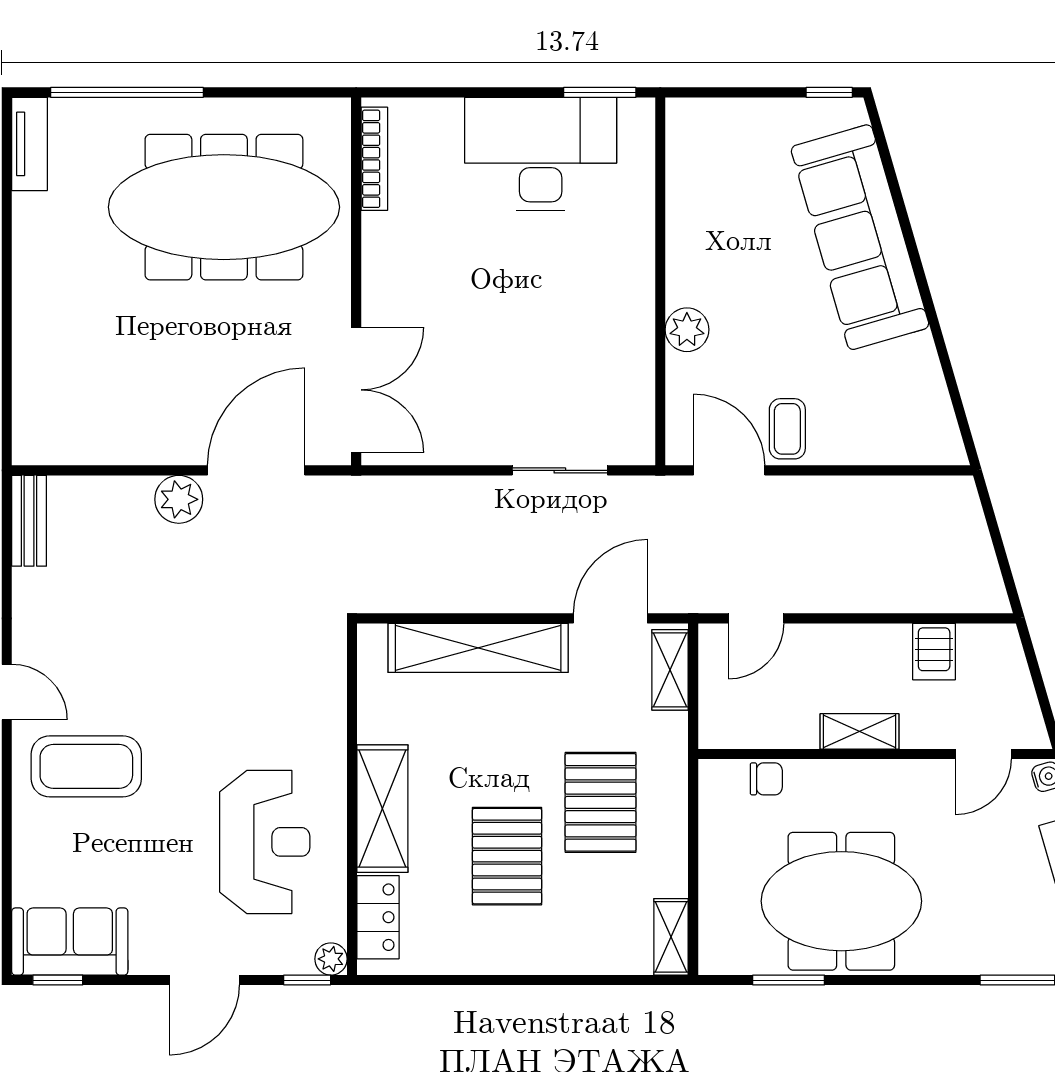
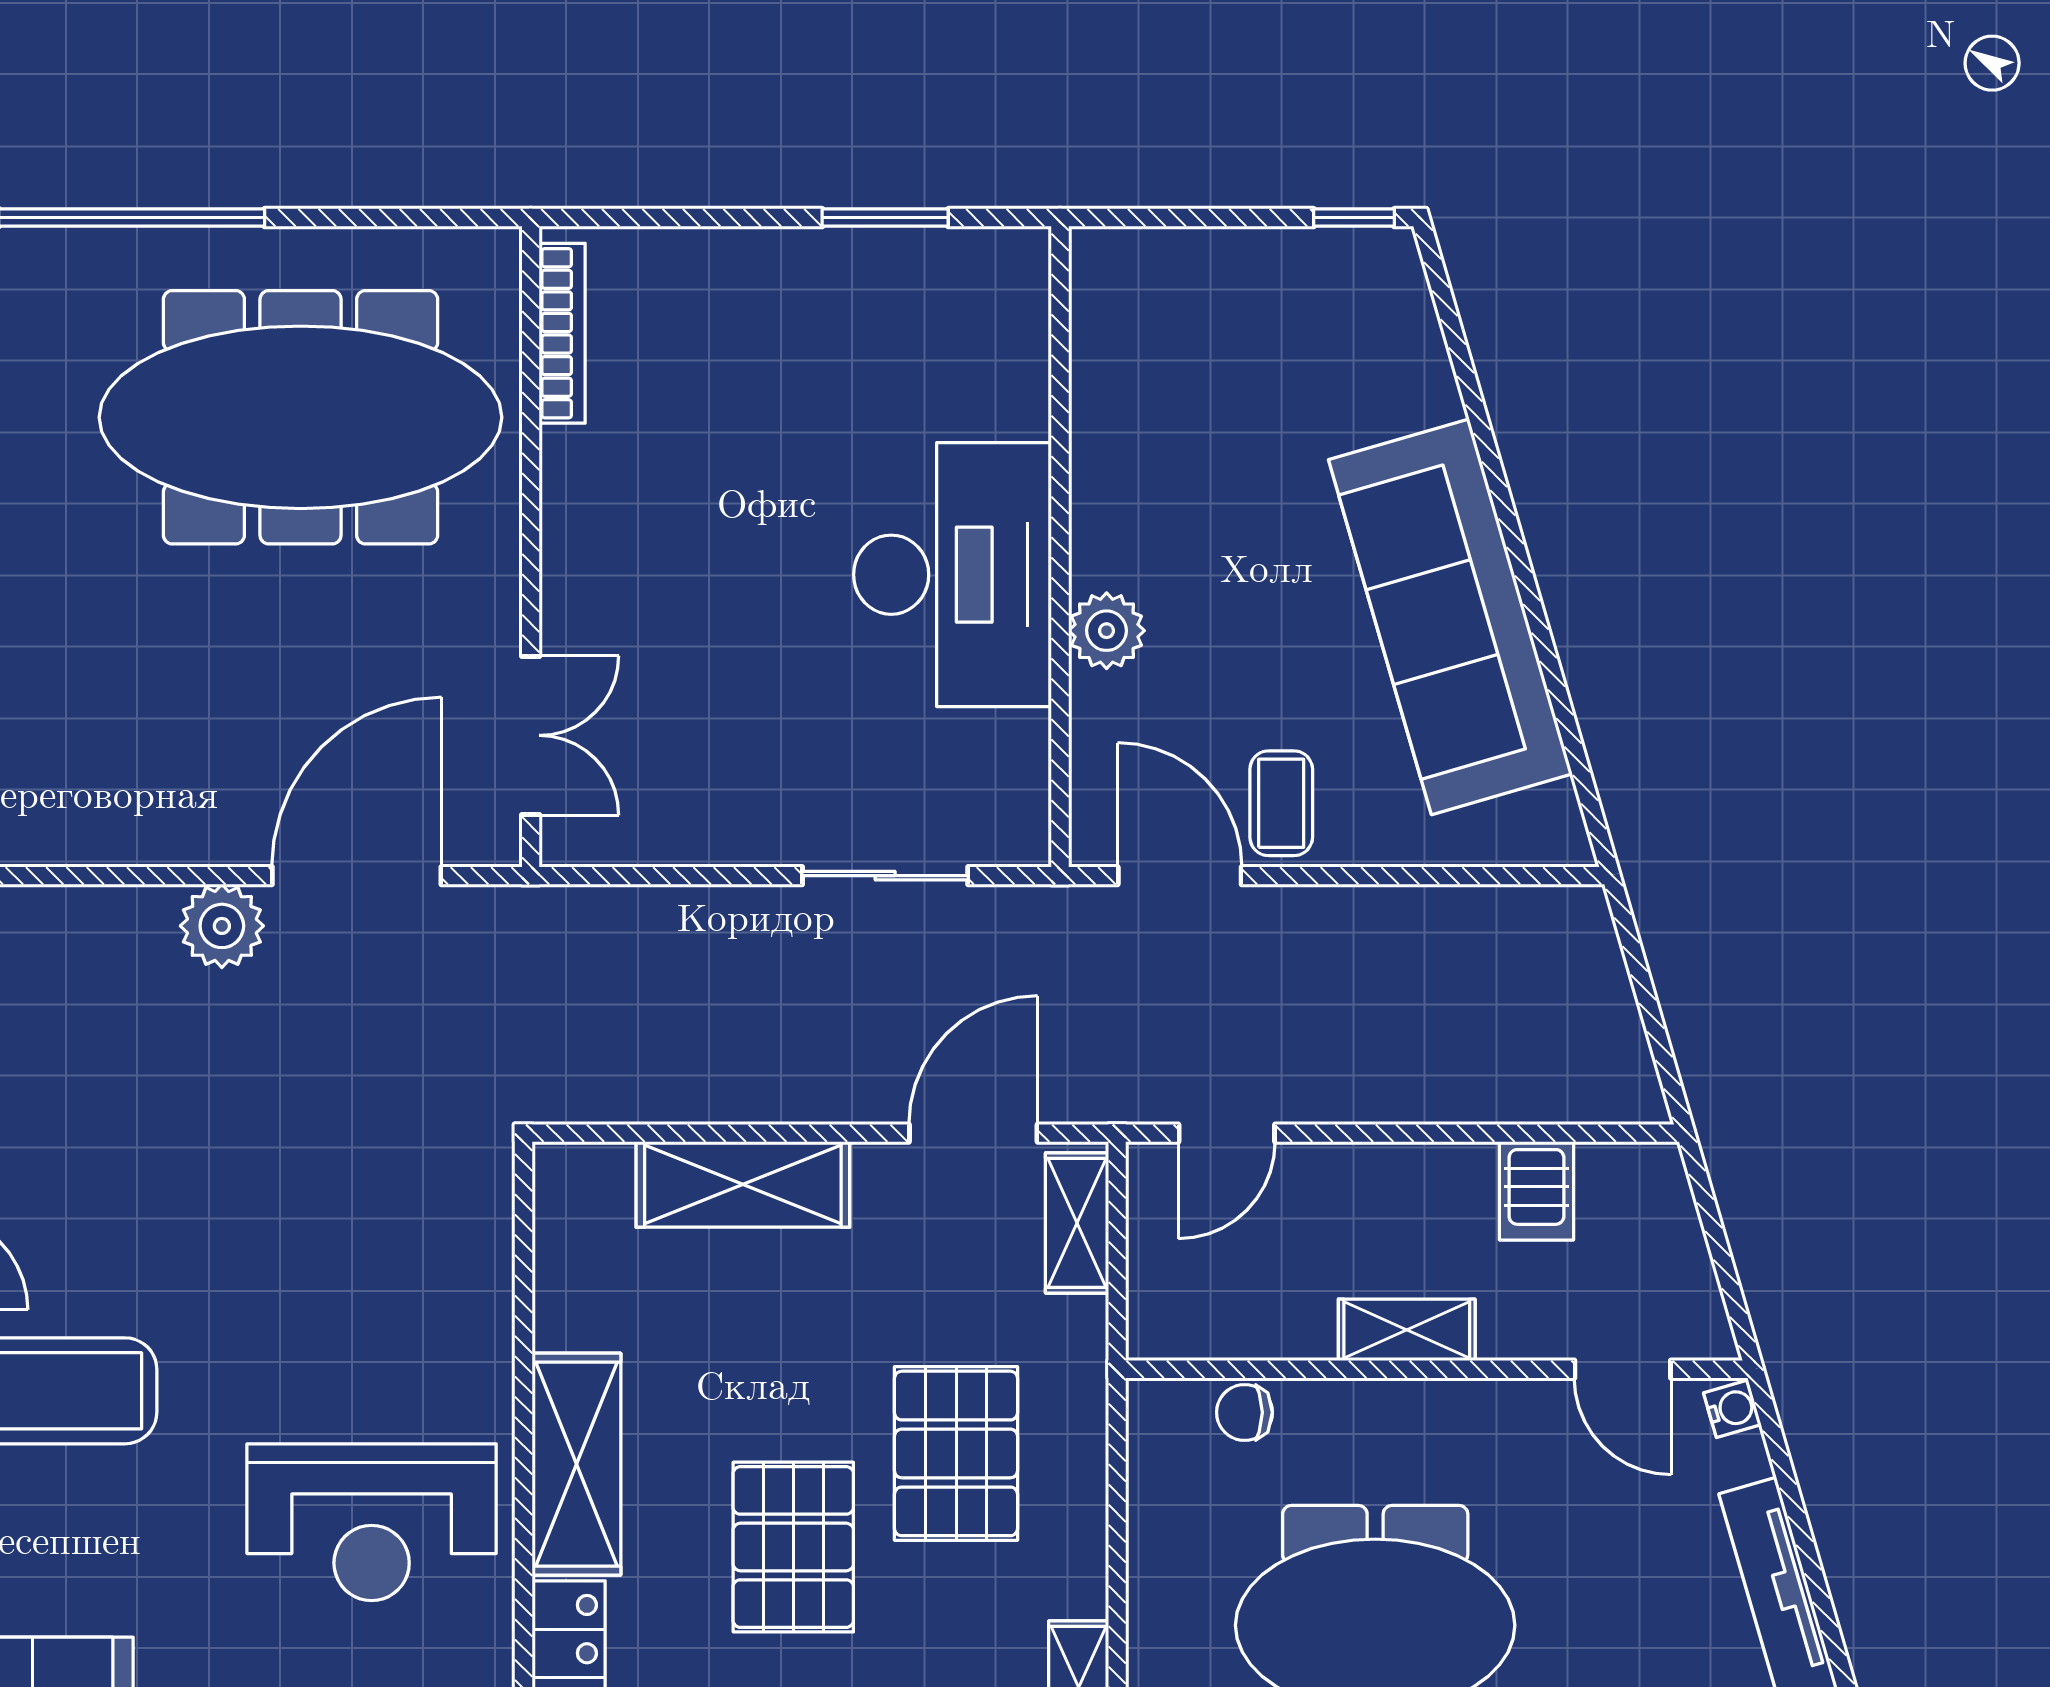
window: (600, 92) -> (885, 218), moved
desk: (541, 154) -> (952, 575), moved, turned 90
sofa: (860, 237) -> (1450, 617), moved
double door: (356, 390) -> (531, 735), width x0.73
shelving: (478, 648) -> (743, 1184), width x0.68
door: (984, 754) -> (1623, 1369), hinge flipped
chair: (766, 779) -> (1245, 1412), turned 180
reception desk: (265, 842) -> (372, 1522), turned 90

